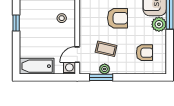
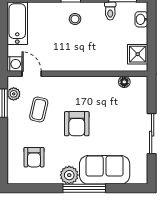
stool: (62, 18) -> (75, 19), moved
plant: (105, 69) -> (14, 94), moved

